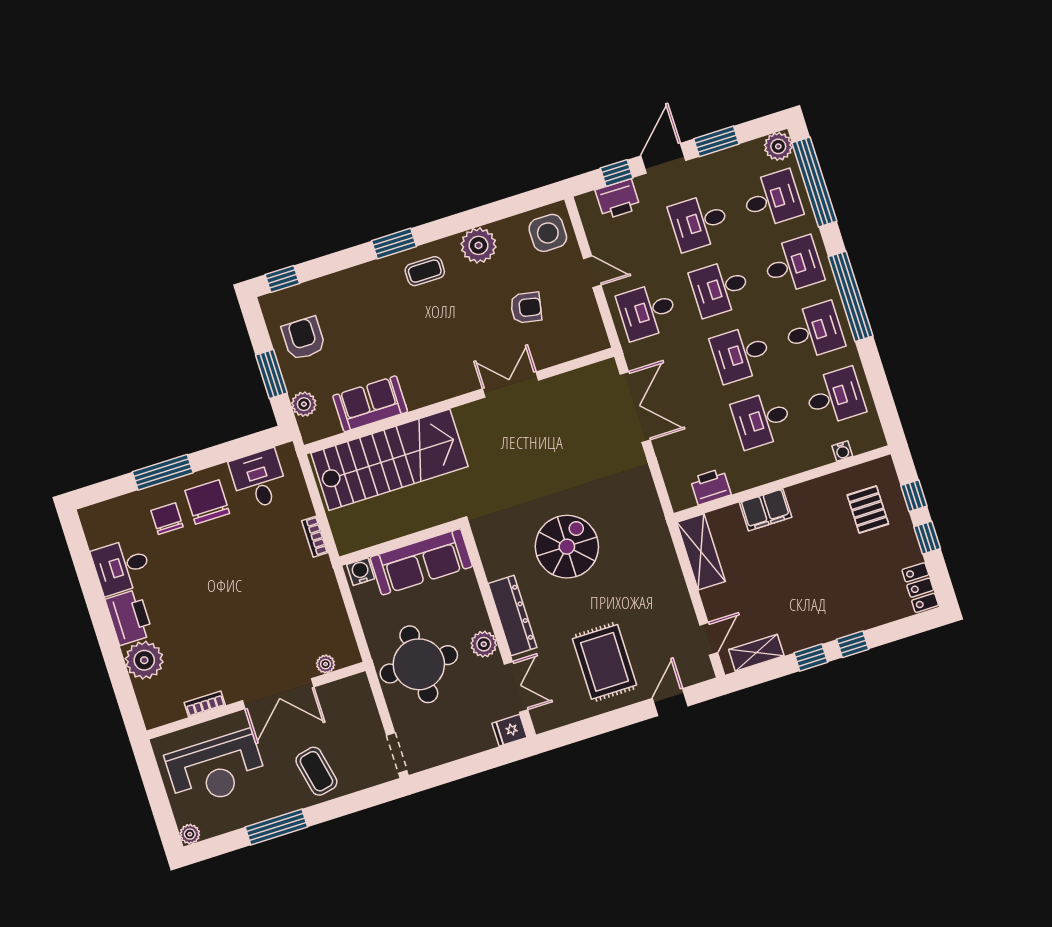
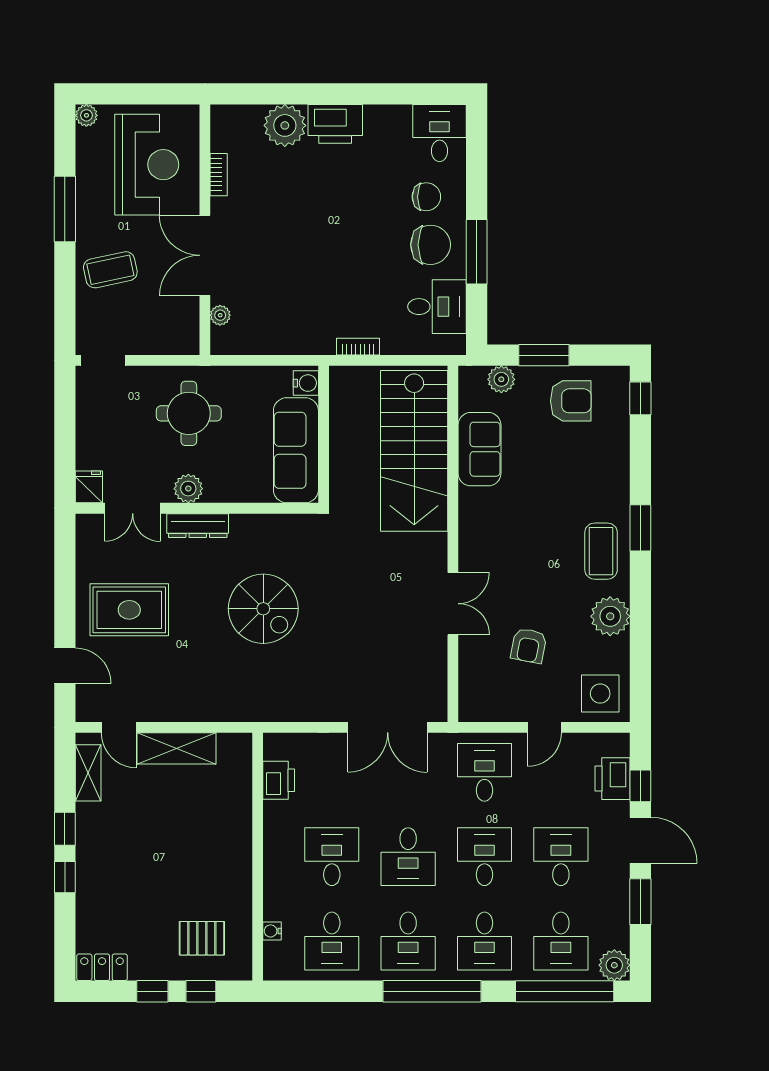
coffee table: (425, 271) -> (601, 551), width x1.36, depth x1.30
desk: (741, 354) -> (408, 857), turned 180
window: (163, 472) -> (477, 252), moved
filing cabinet: (766, 510) -> (236, 830), removed
shelving: (701, 552) -> (177, 748), moved
desk: (122, 567) -> (440, 133), moved
dresser: (513, 615) -> (198, 526), width x0.73, depth x0.80
round table: (419, 664) -> (189, 413), width x0.73, depth x0.73
reception desk: (216, 769) -> (147, 165), turned 180

